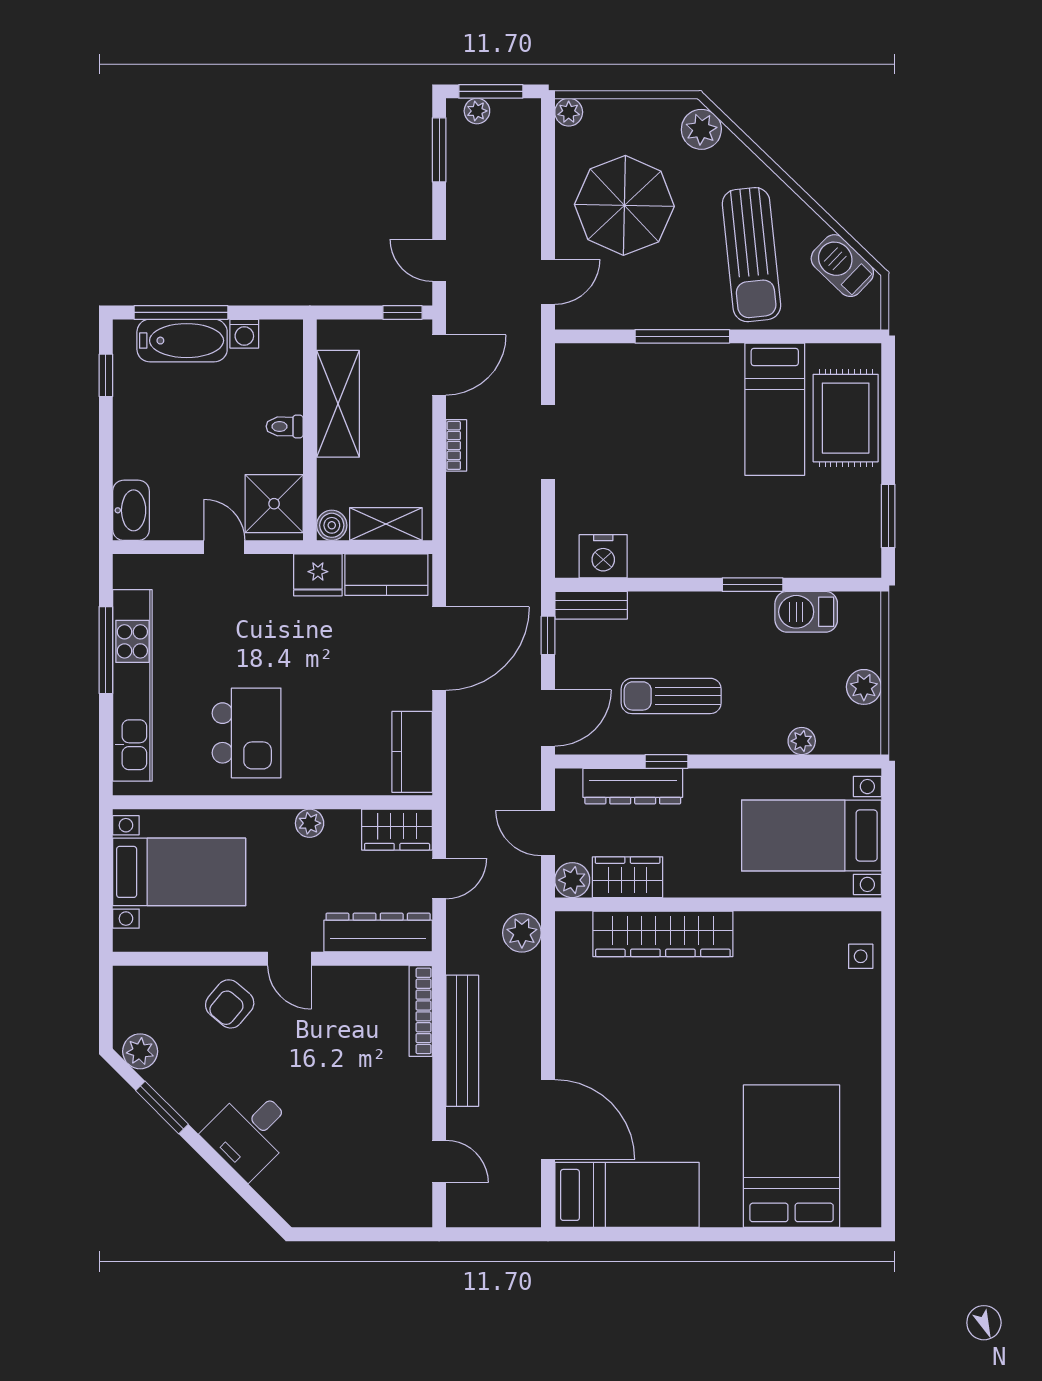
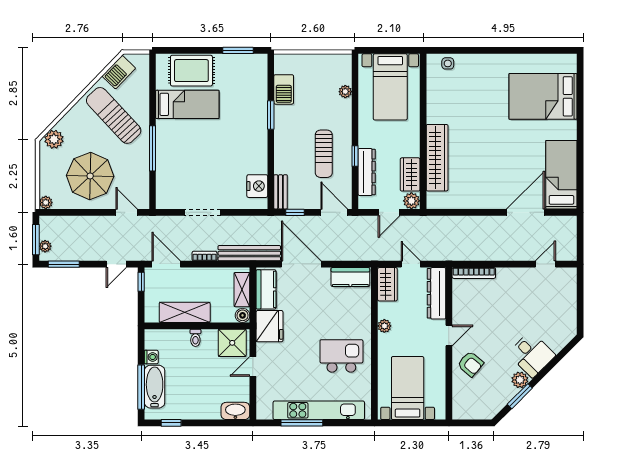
sun lounger: (751, 255) -> (114, 115), turned -127
fridge: (318, 575) -> (270, 326), width x1.36, depth x1.34
plant: (864, 687) -> (320, 62), removed
plant: (522, 933) -> (437, 225), removed
bench: (462, 1041) -> (249, 253), moved
plant: (140, 1051) -> (520, 380), moved

